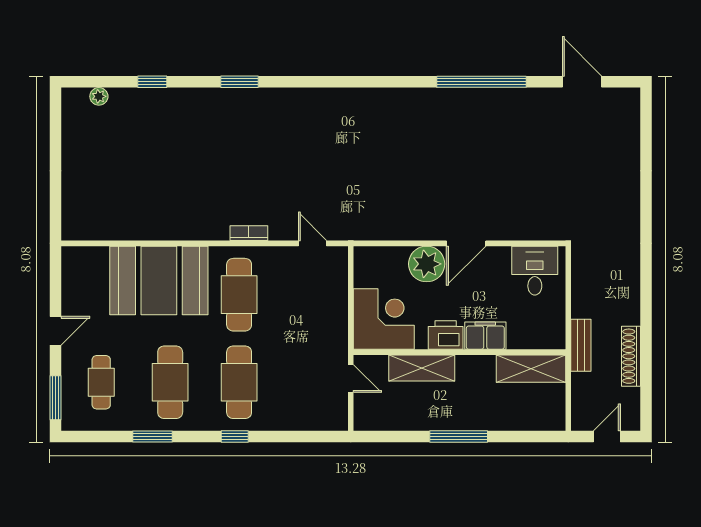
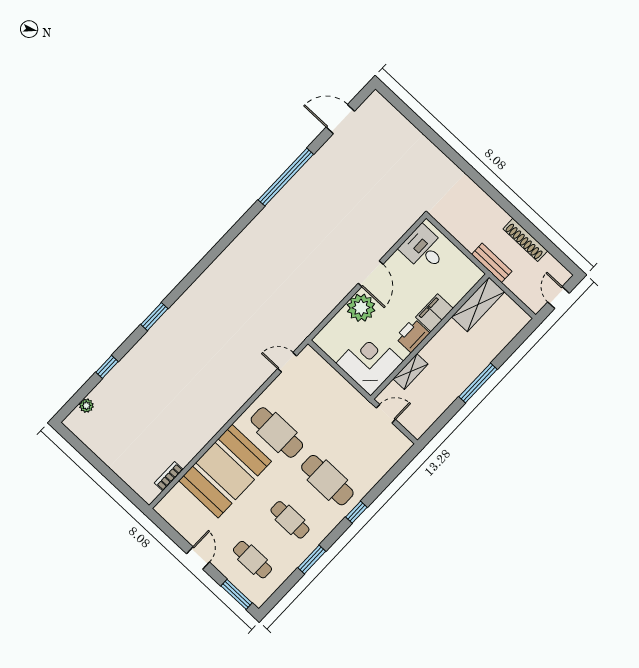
bookcase: (249, 233) -> (169, 476), moved
shelving: (422, 368) -> (411, 372), width x0.67, depth x0.75
cafe table: (170, 382) -> (290, 520), width x0.73, depth x0.74

